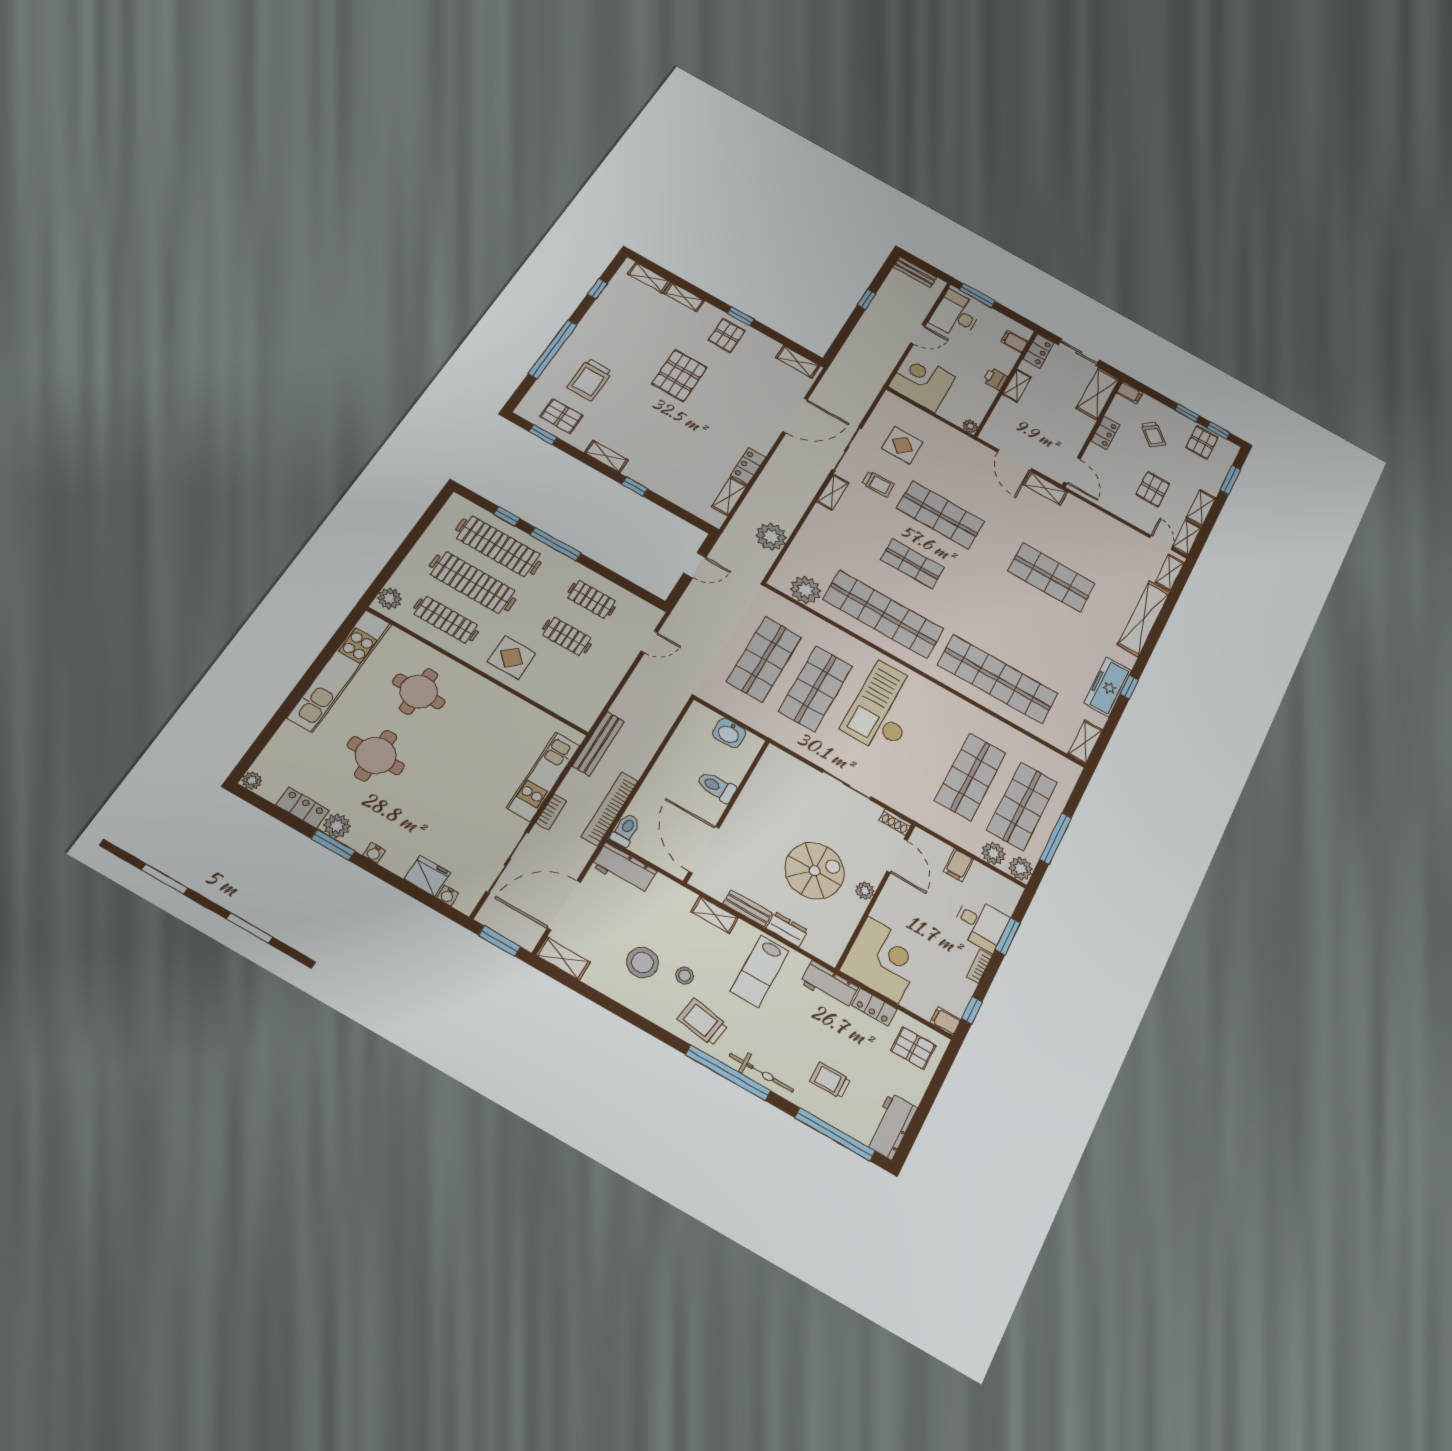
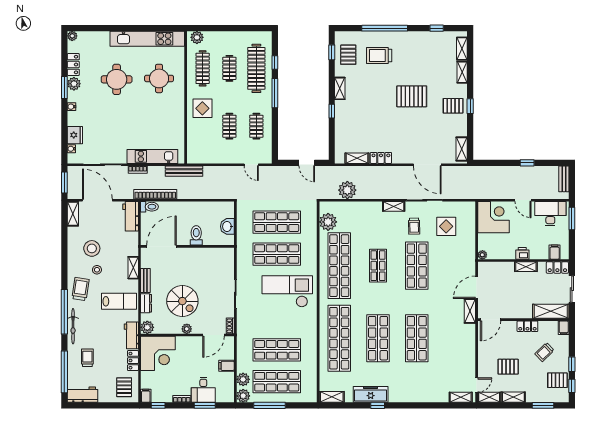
clothes rail: (473, 583) -> (229, 68), width x0.54, depth x0.76
shelving: (1144, 618) -> (423, 396), removed
shop shelf: (1025, 627) -> (378, 338), added
plant: (829, 951) -> (147, 327), added
lab bench: (760, 971) -> (119, 301), turned 180

